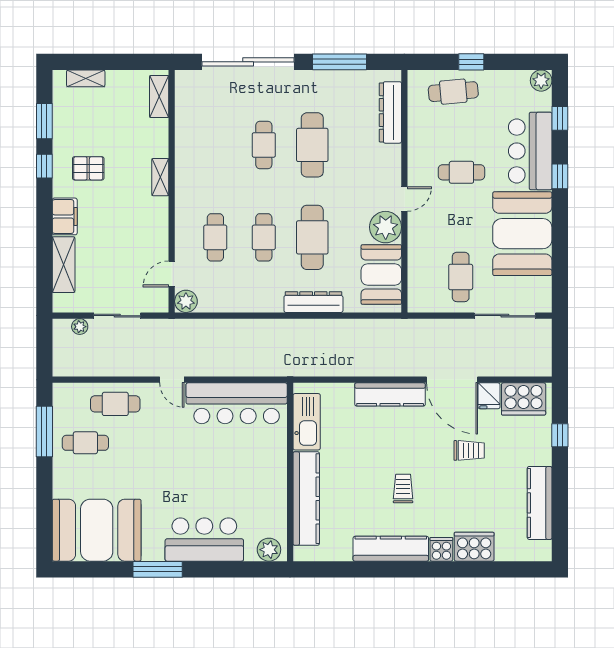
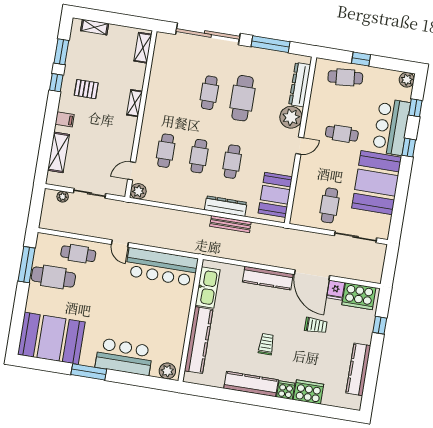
filing cabinet: (65, 216) -> (65, 119), width x0.50
plant: (386, 227) -> (291, 117), moved
cafe table: (312, 237) -> (232, 162), width x0.73, depth x0.74
bench: (324, 327) -> (230, 224), added
cafe table: (85, 443) -> (53, 277), width x1.37, depth x1.35

